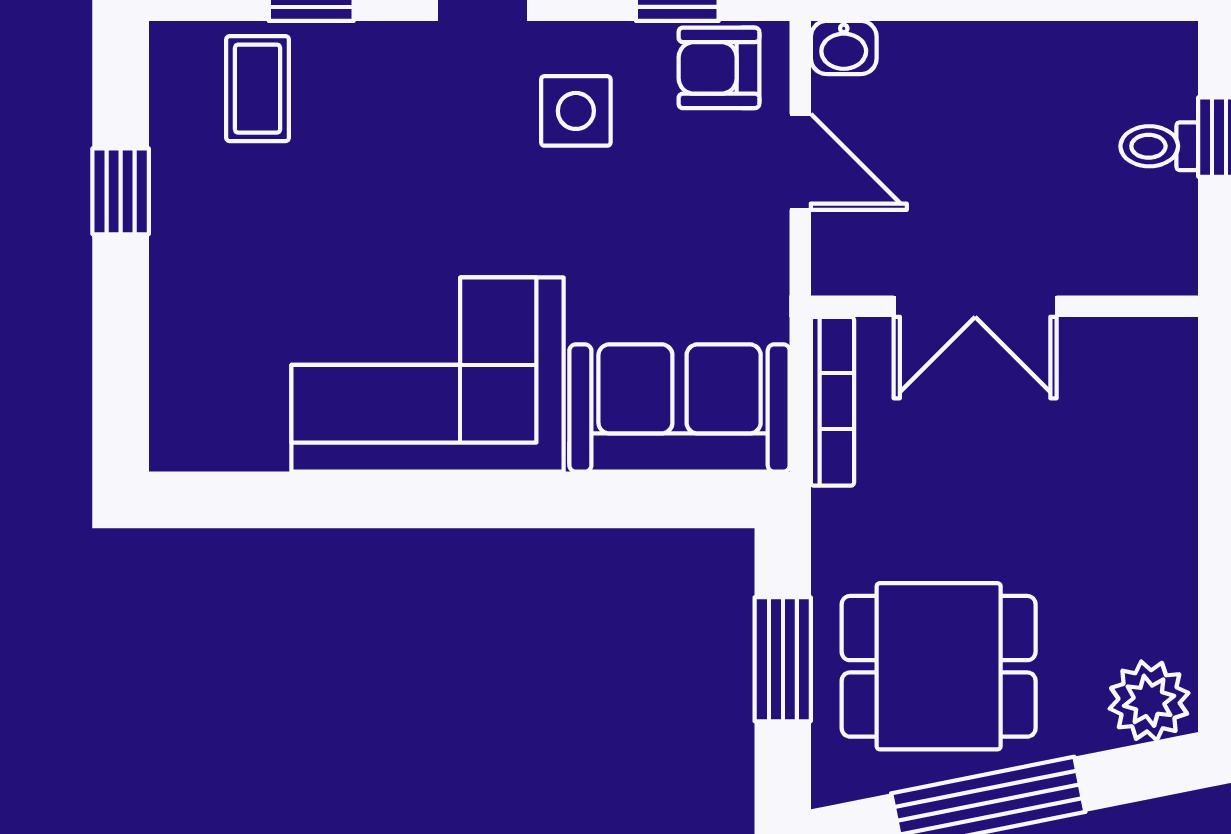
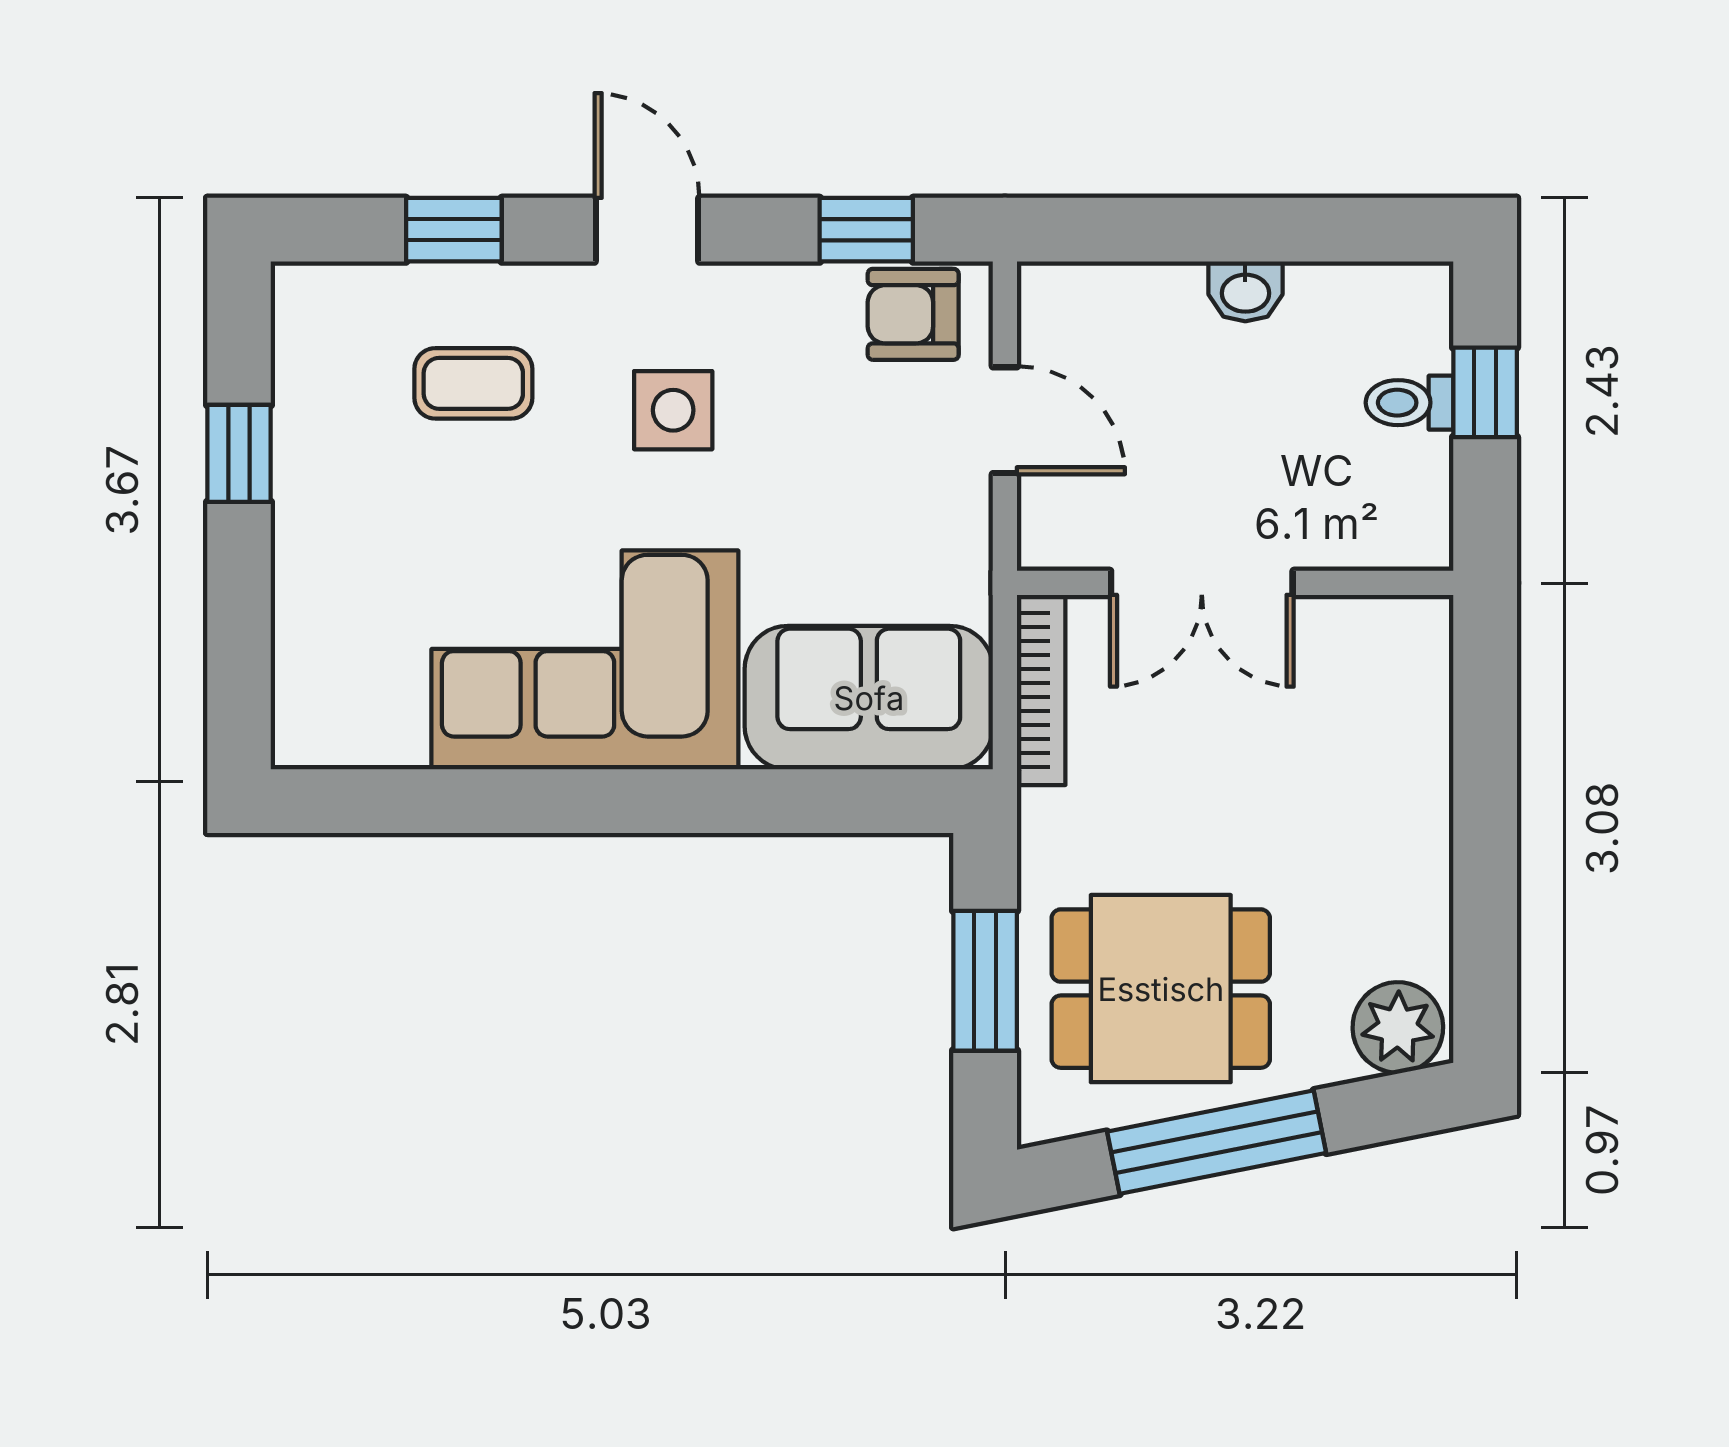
washbasin: (844, 48) -> (1245, 291), moved
coffee table: (258, 89) -> (473, 383), moved, turned 90
side table: (576, 111) -> (673, 410), moved

